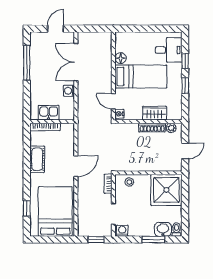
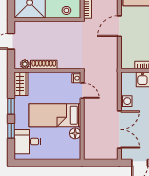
wardrobe: (154, 113) -> (21, 84), moved, turned -90

